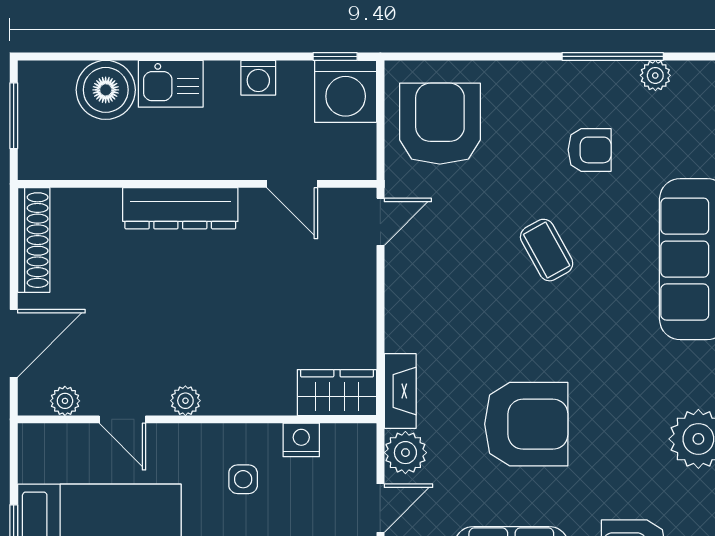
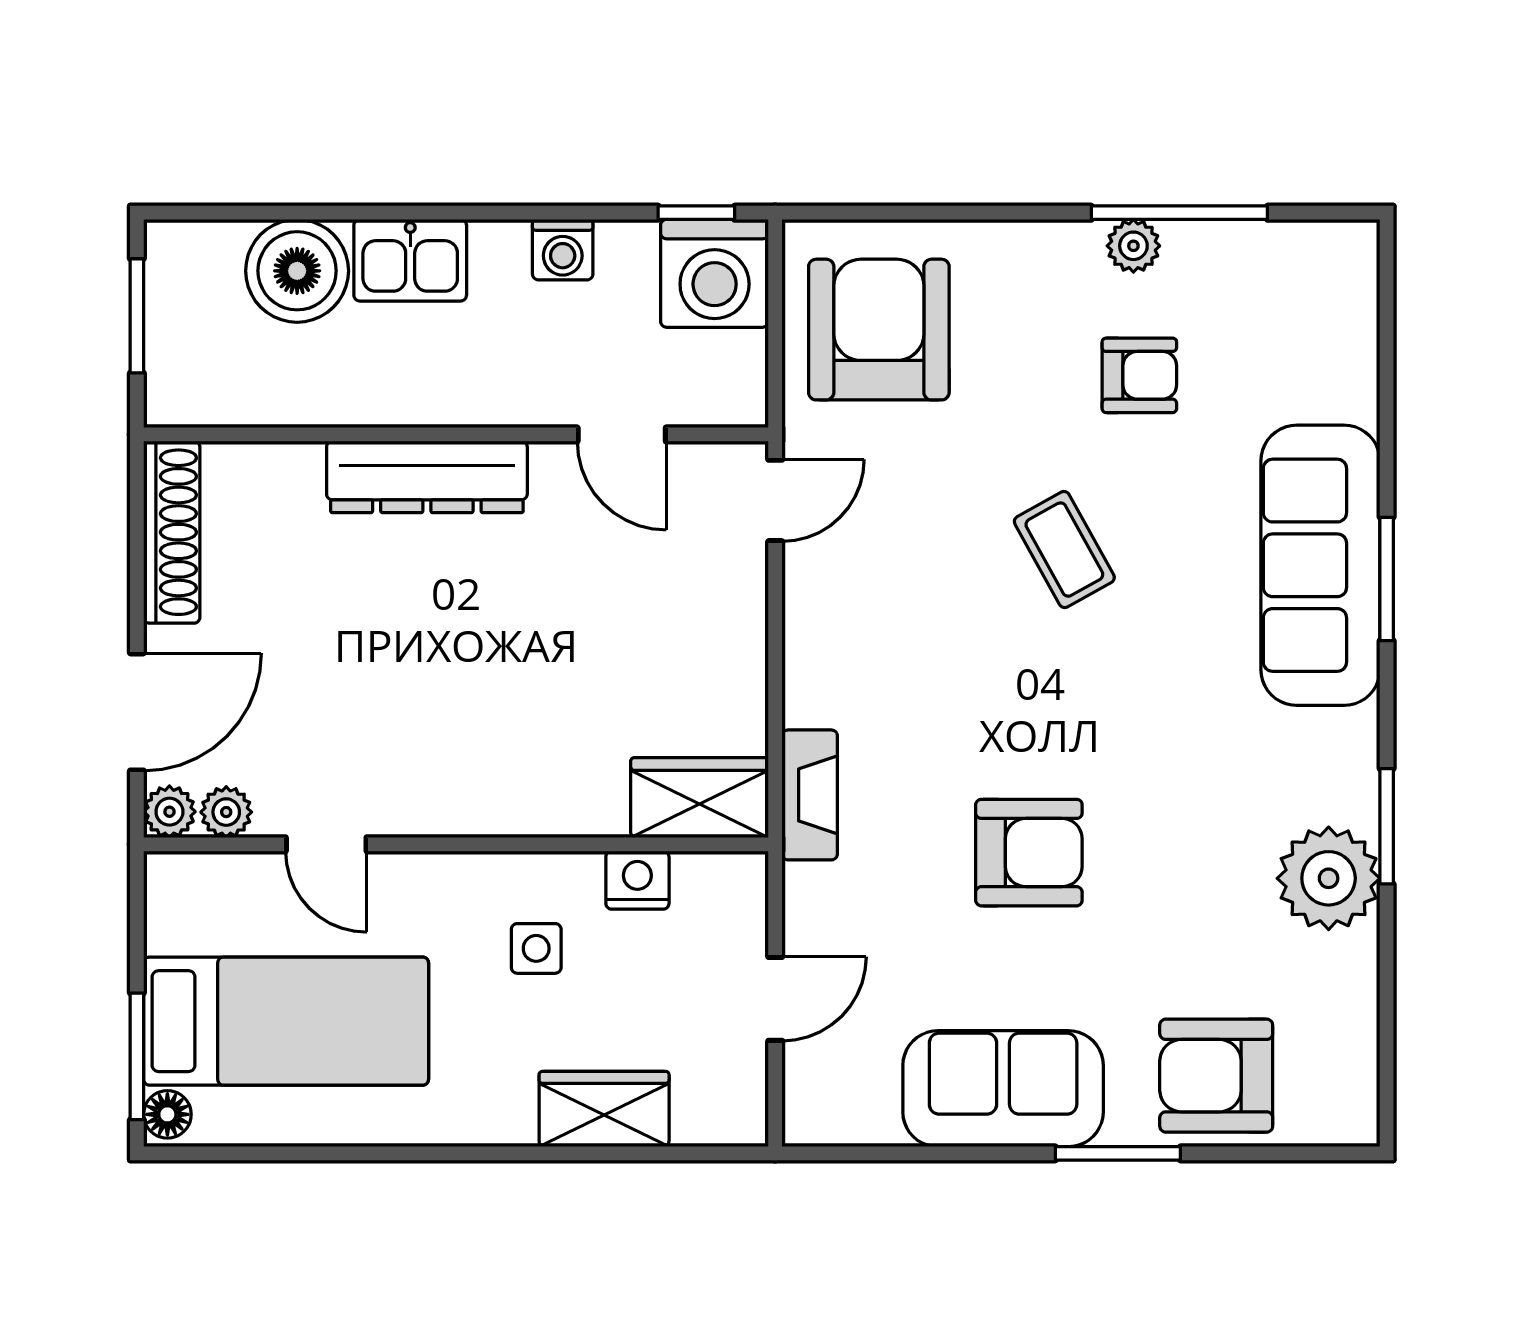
plant: (655, 75) -> (1133, 246), moved
plant: (185, 401) -> (169, 812), moved
armchair: (526, 424) -> (1029, 853), width x0.73, depth x0.73
plant: (405, 453) -> (819, 902), removed

